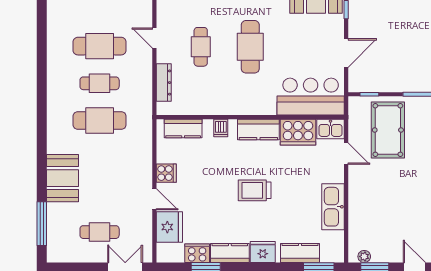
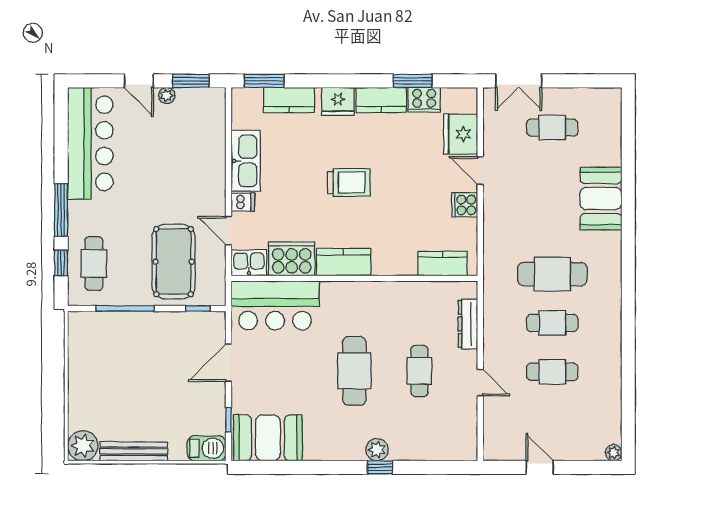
cafe table: (100, 46) -> (552, 372), width x0.73, depth x0.74
dishwasher: (221, 128) -> (243, 202), moved, turned 90
window: (42, 224) -> (628, 139), removed
plant: (364, 256) -> (167, 95), moved

